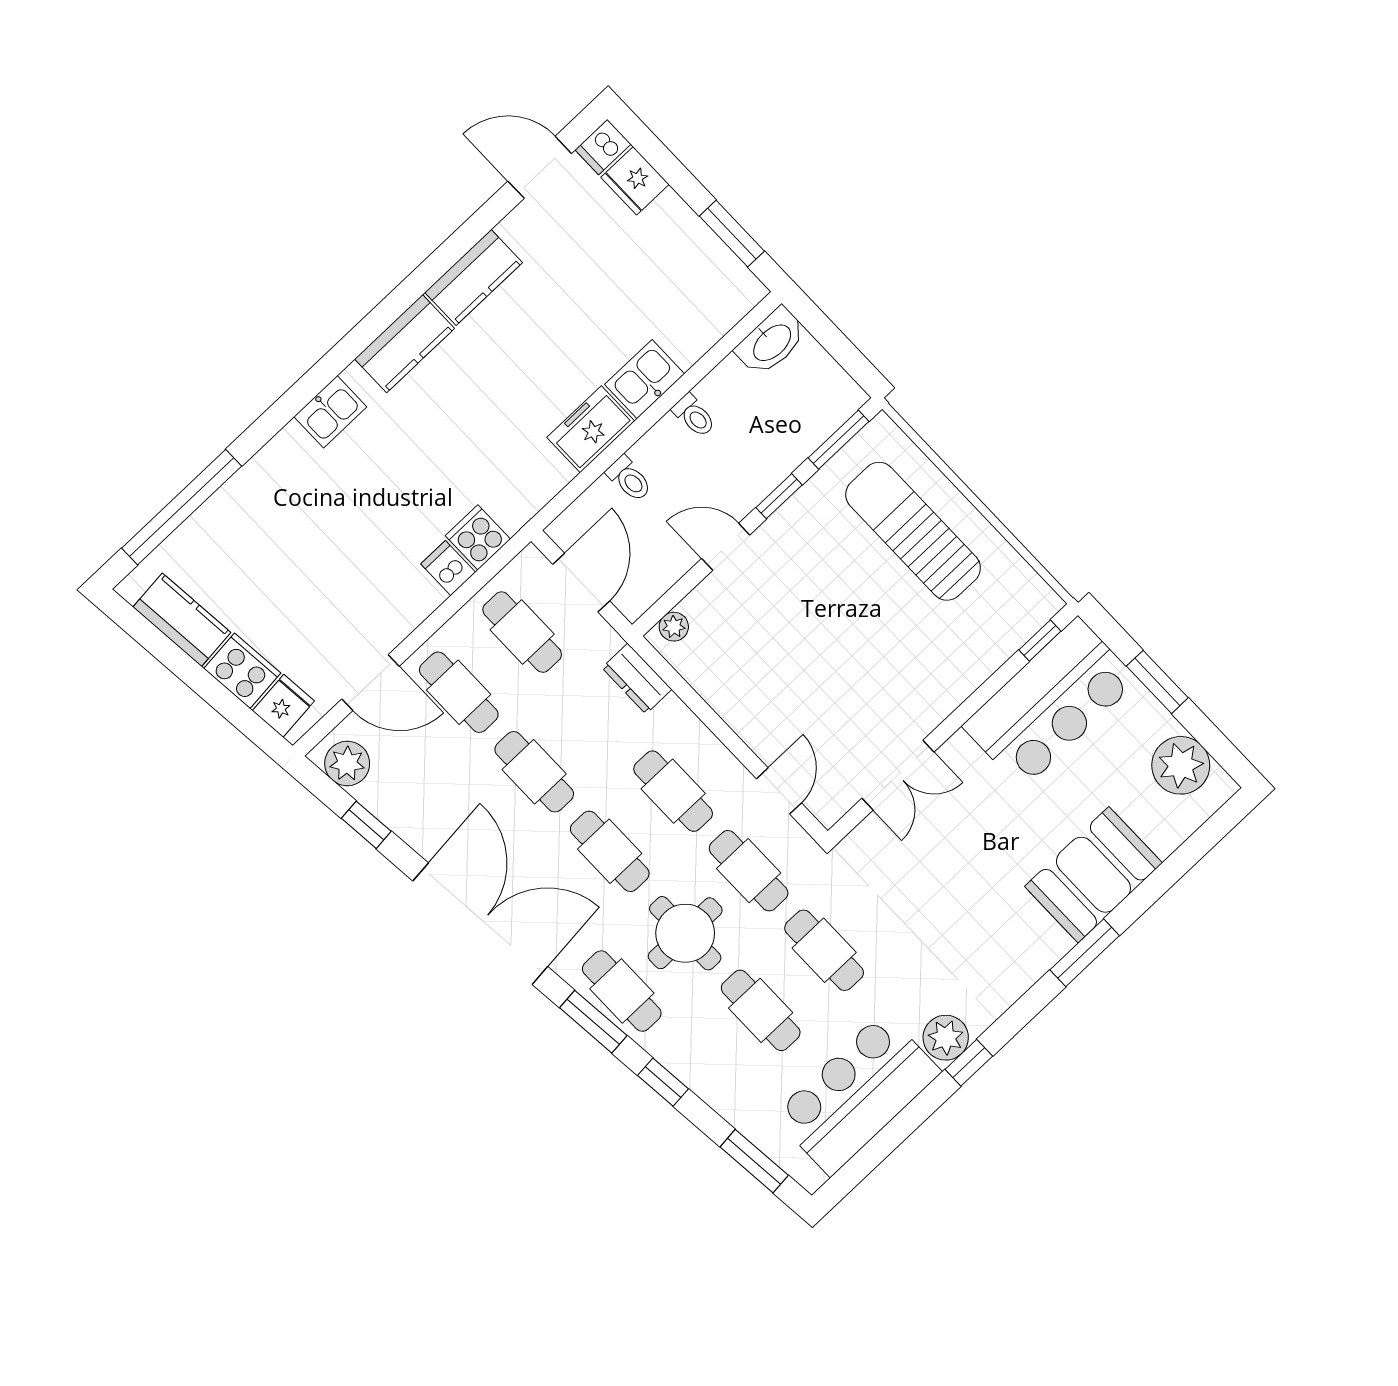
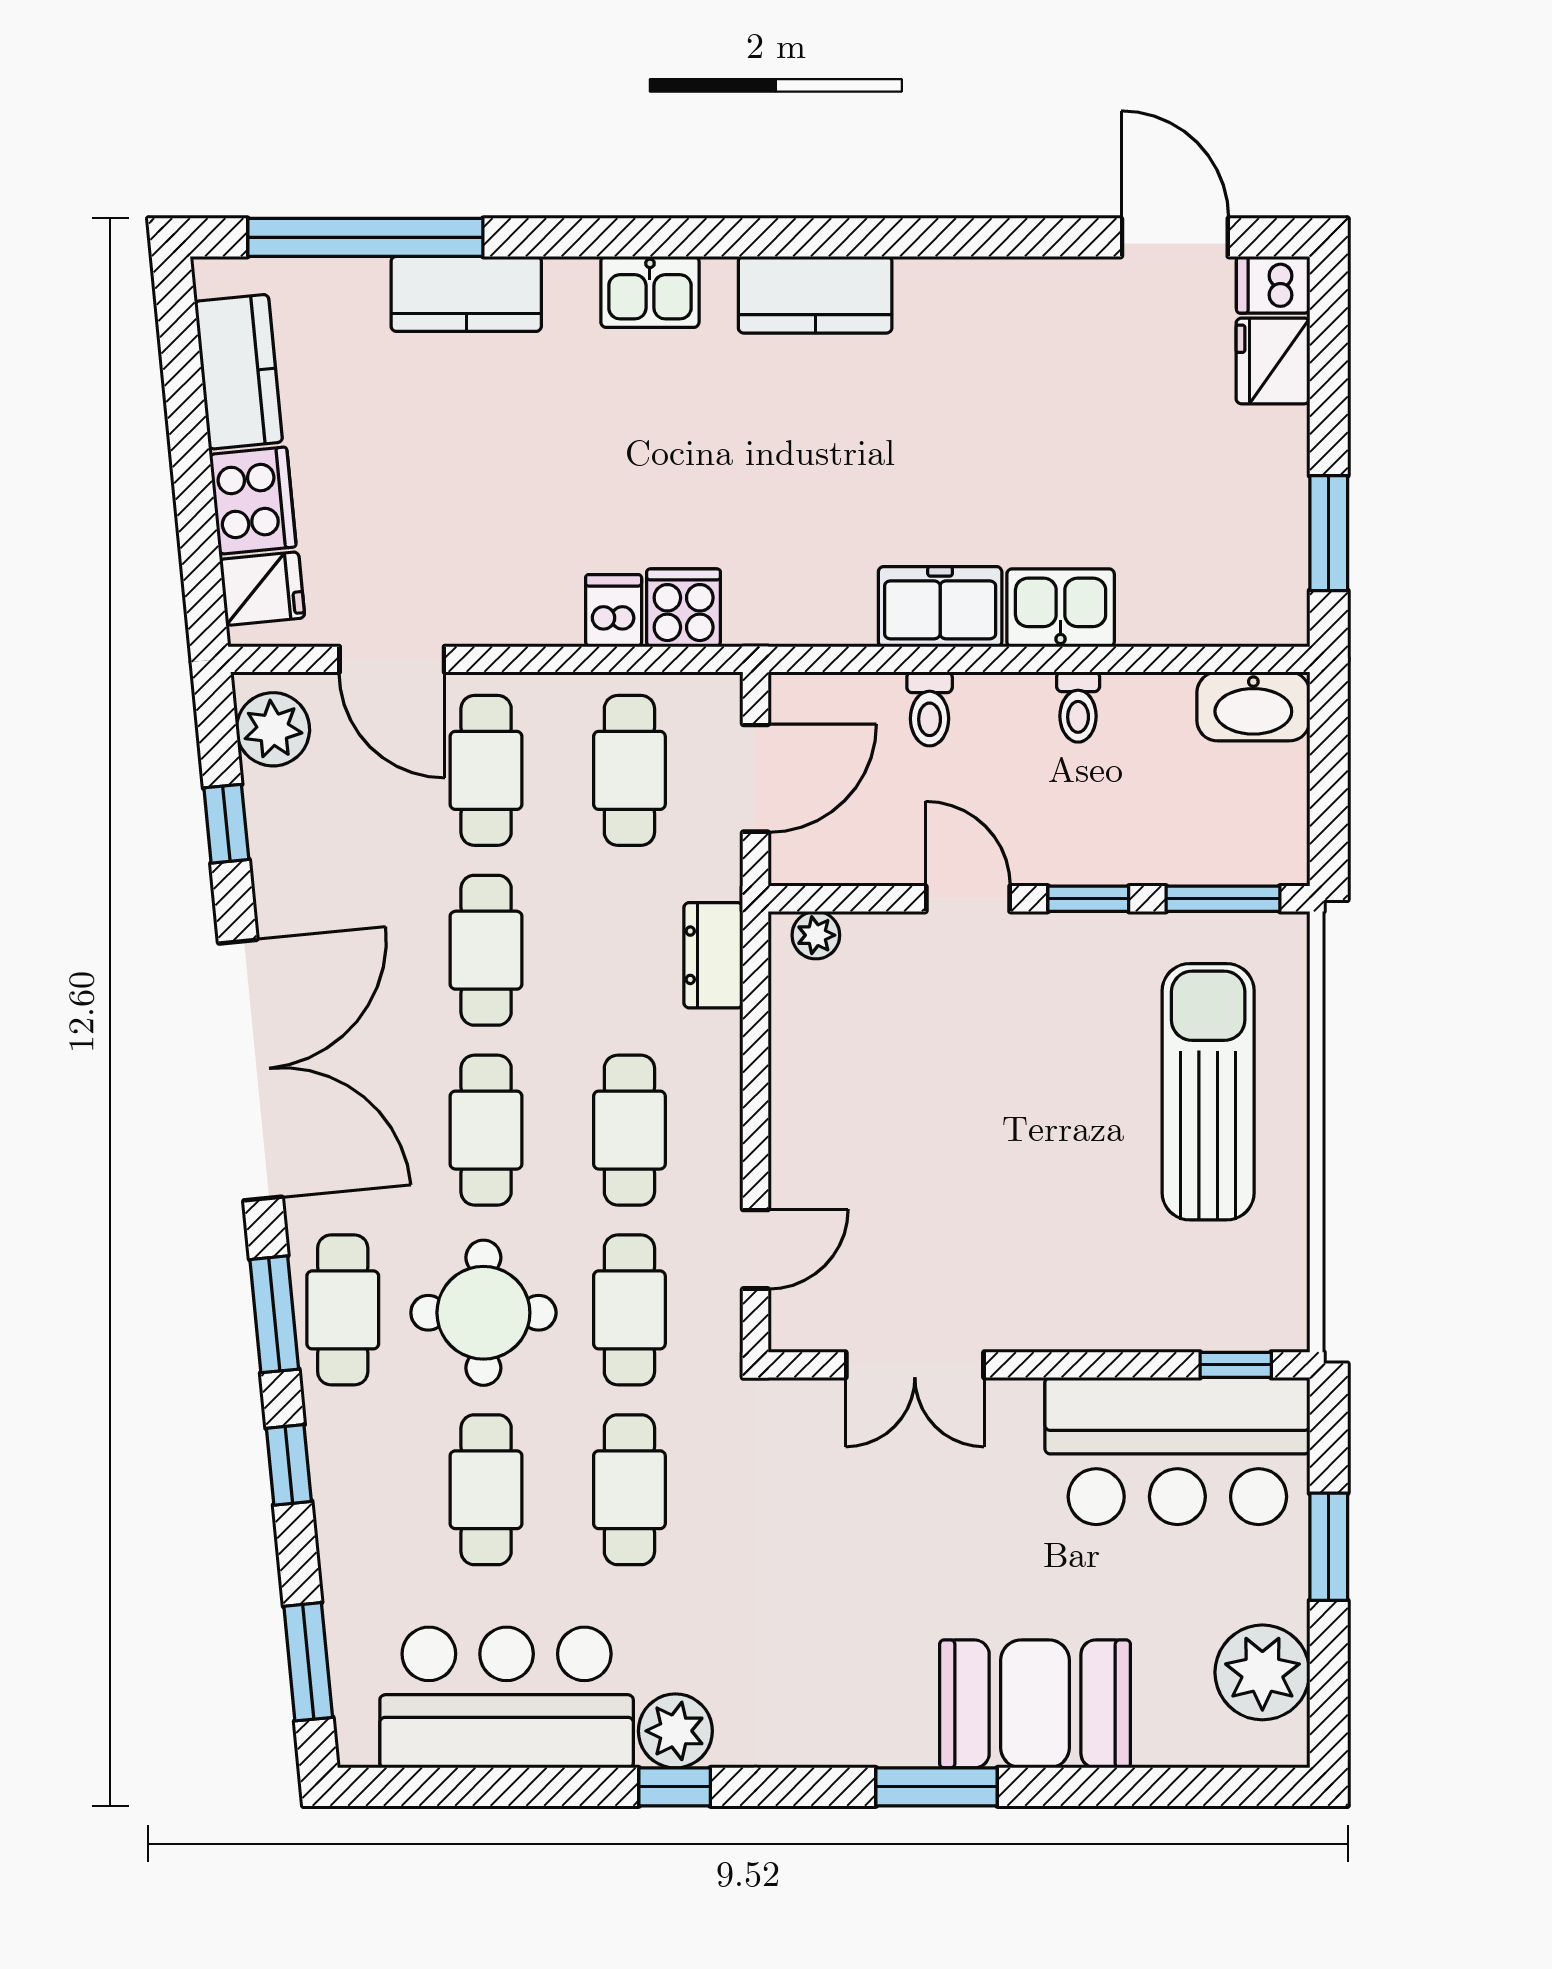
kitchen counter: (474, 277) -> (466, 294), moved

